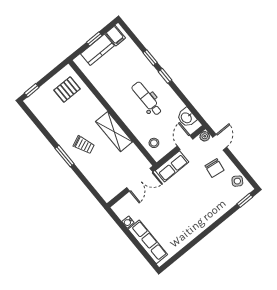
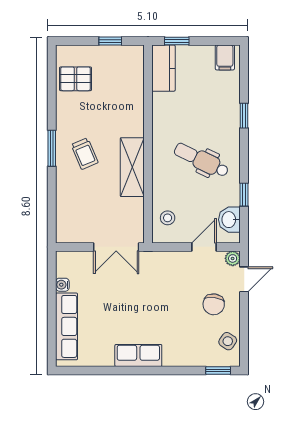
window: (94, 39) -> (177, 41), moved
kitchen counter: (97, 50) -> (163, 68), moved, turned -90
window: (165, 76) -> (244, 195), moved
window: (32, 90) -> (110, 41), moved
pallet: (67, 90) -> (76, 79), moved
dental chair: (147, 99) -> (201, 160), turned -64
row of seats: (172, 166) -> (138, 355), moved, turned 180

